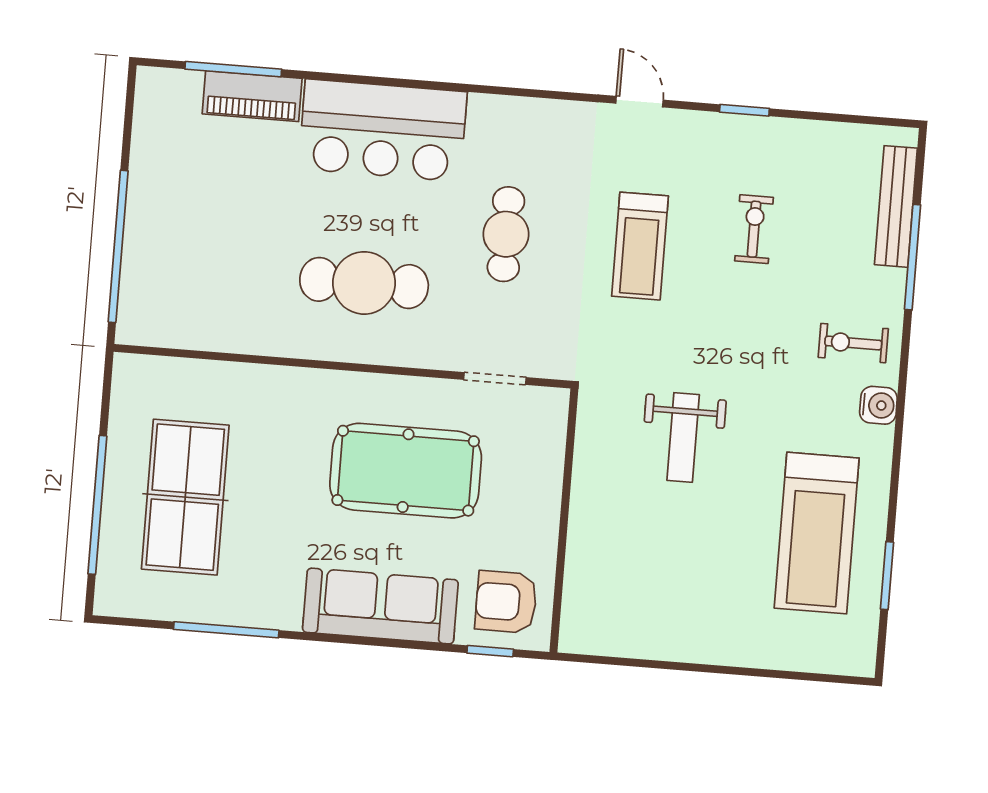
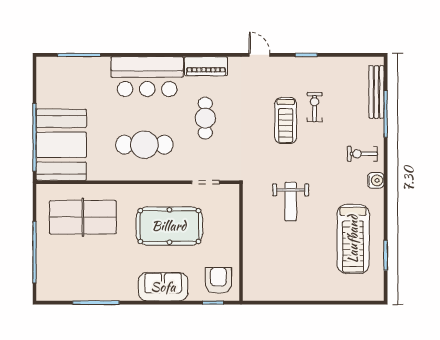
piano: (252, 96) -> (206, 66), moved
treadmill: (640, 246) -> (286, 120), moved
booth: (177, 268) -> (61, 145), added
table tennis table: (185, 497) -> (83, 217), moved, turned 90
armchair: (506, 602) -> (218, 280), turned 90
sofa: (380, 606) -> (163, 287), width x0.73

